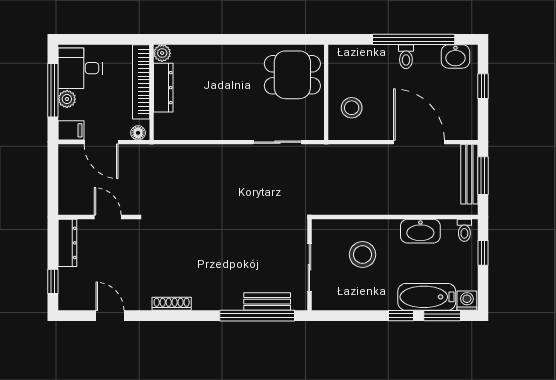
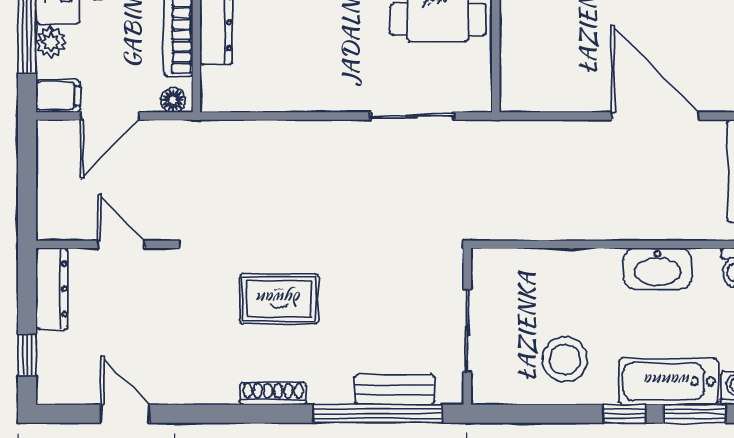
stool: (352, 108) -> (539, 57), removed
door: (101, 142) -> (110, 116), hinge flipped
rug: (200, 249) -> (279, 299), added
stool: (362, 255) -> (565, 359), moved
shoe rack: (172, 304) -> (273, 393), moved

